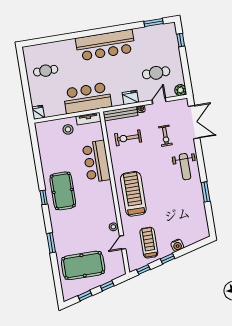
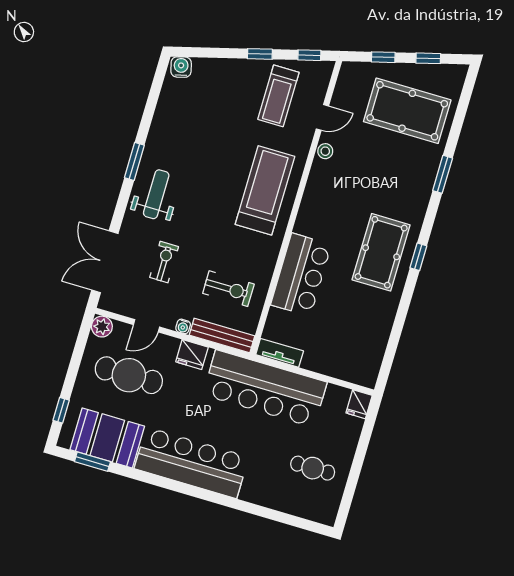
booth: (152, 37) -> (107, 438), added
cafe table: (156, 73) -> (129, 375), width x1.37, depth x1.35
bar counter: (87, 98) -> (265, 388), width x1.36
stool: (68, 129) -> (322, 351), removed
window: (206, 192) -> (134, 161), moved
treadmill: (133, 194) -> (265, 190), turned 180
water cooler: (177, 245) -> (181, 67), moved

